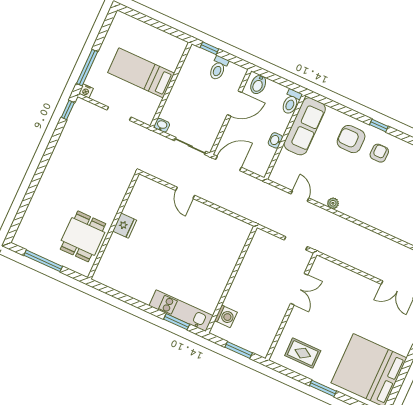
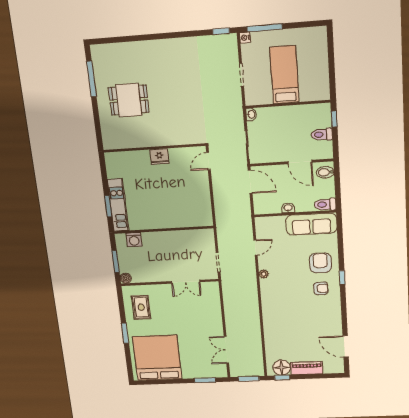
wall: (113, 226) -> (154, 148), moved
fridge: (125, 226) -> (159, 157), moved
boiler: (262, 350) -> (126, 278), added

